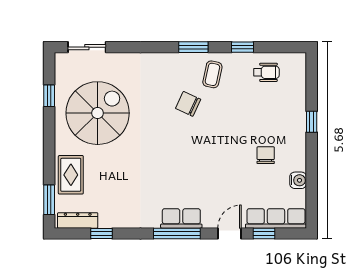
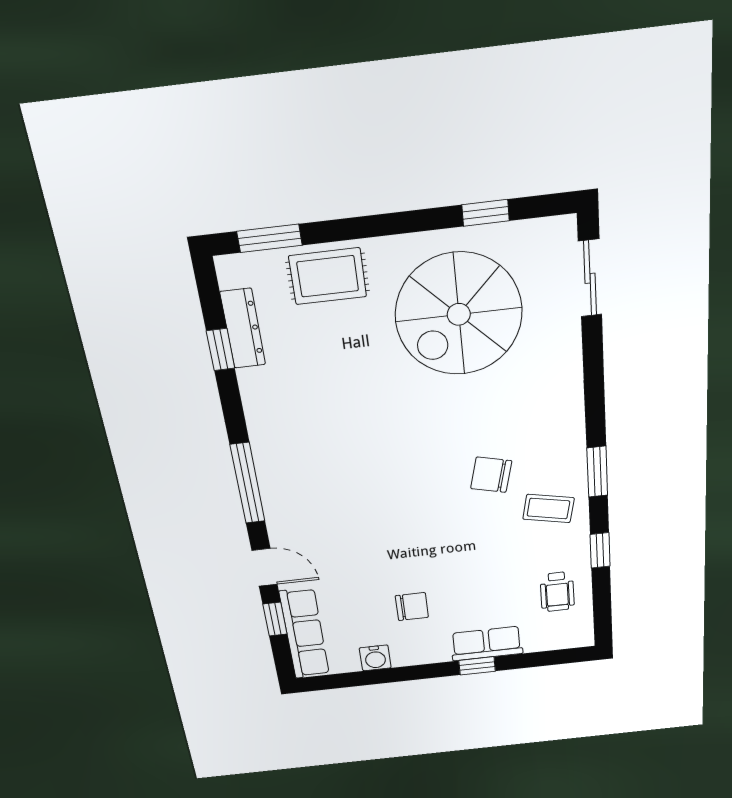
chair: (188, 104) -> (491, 475), turned -101
spiral stairs: (98, 113) -> (459, 314), turned 90
row of seats: (181, 218) -> (487, 644), moved, turned -90
dresser: (78, 220) -> (243, 328), moved

